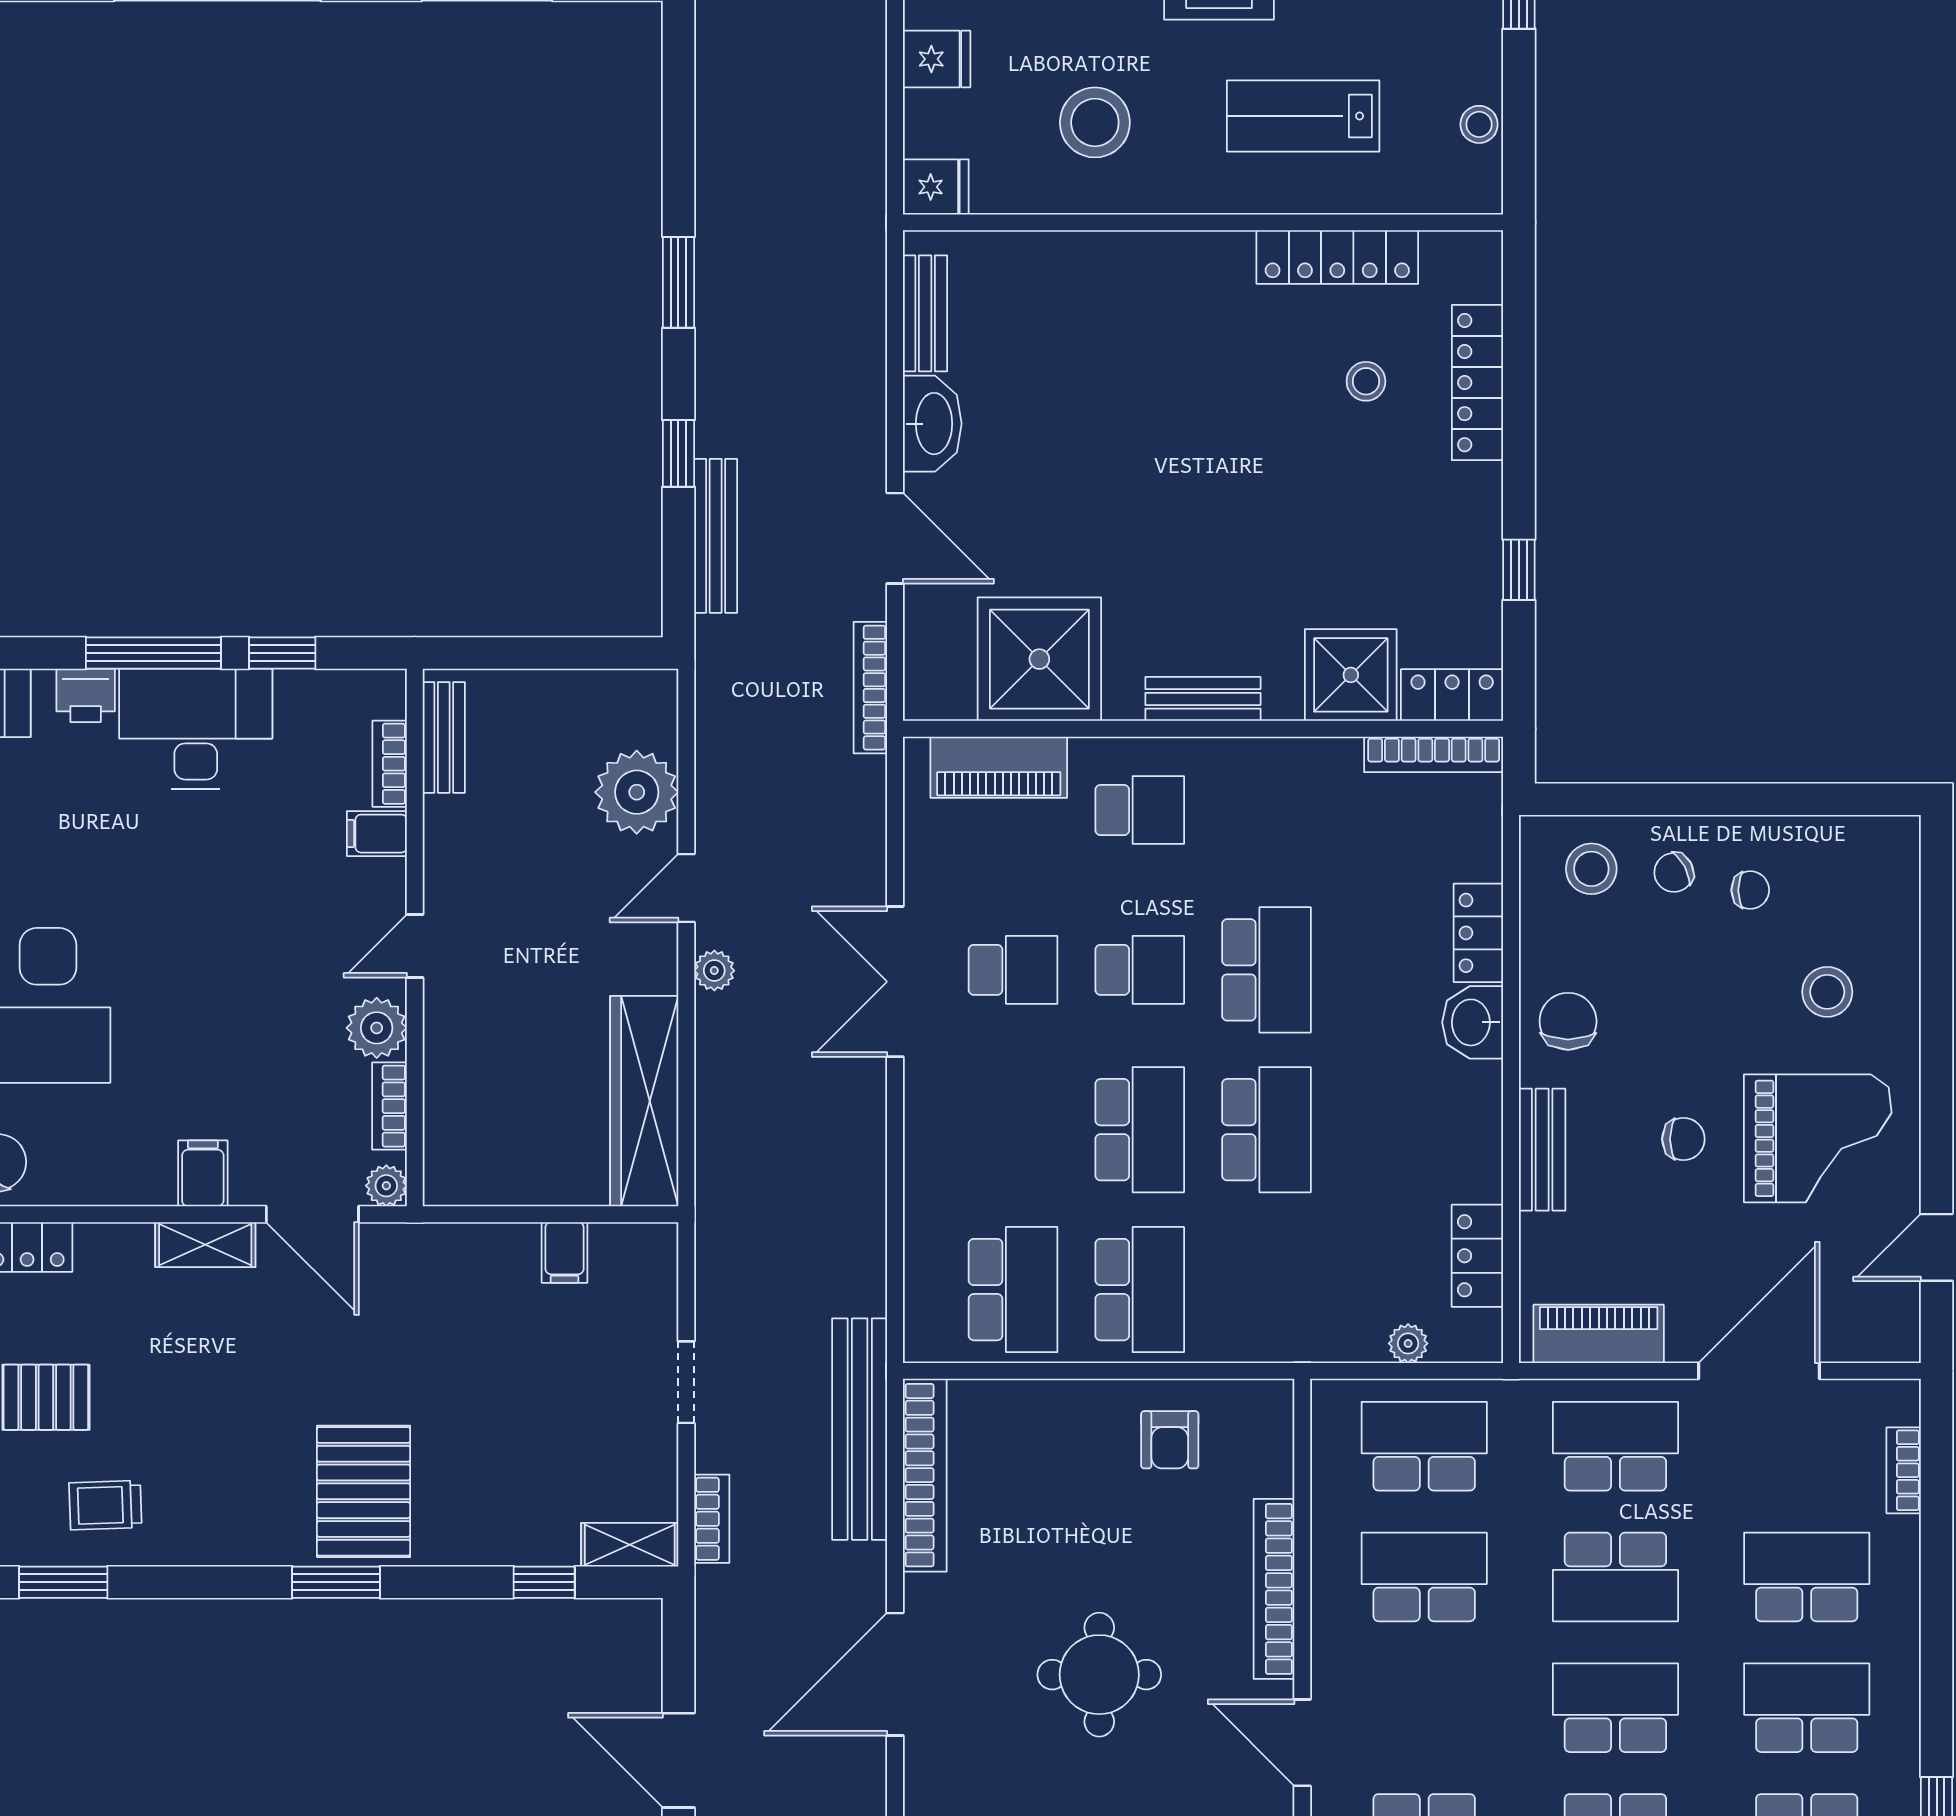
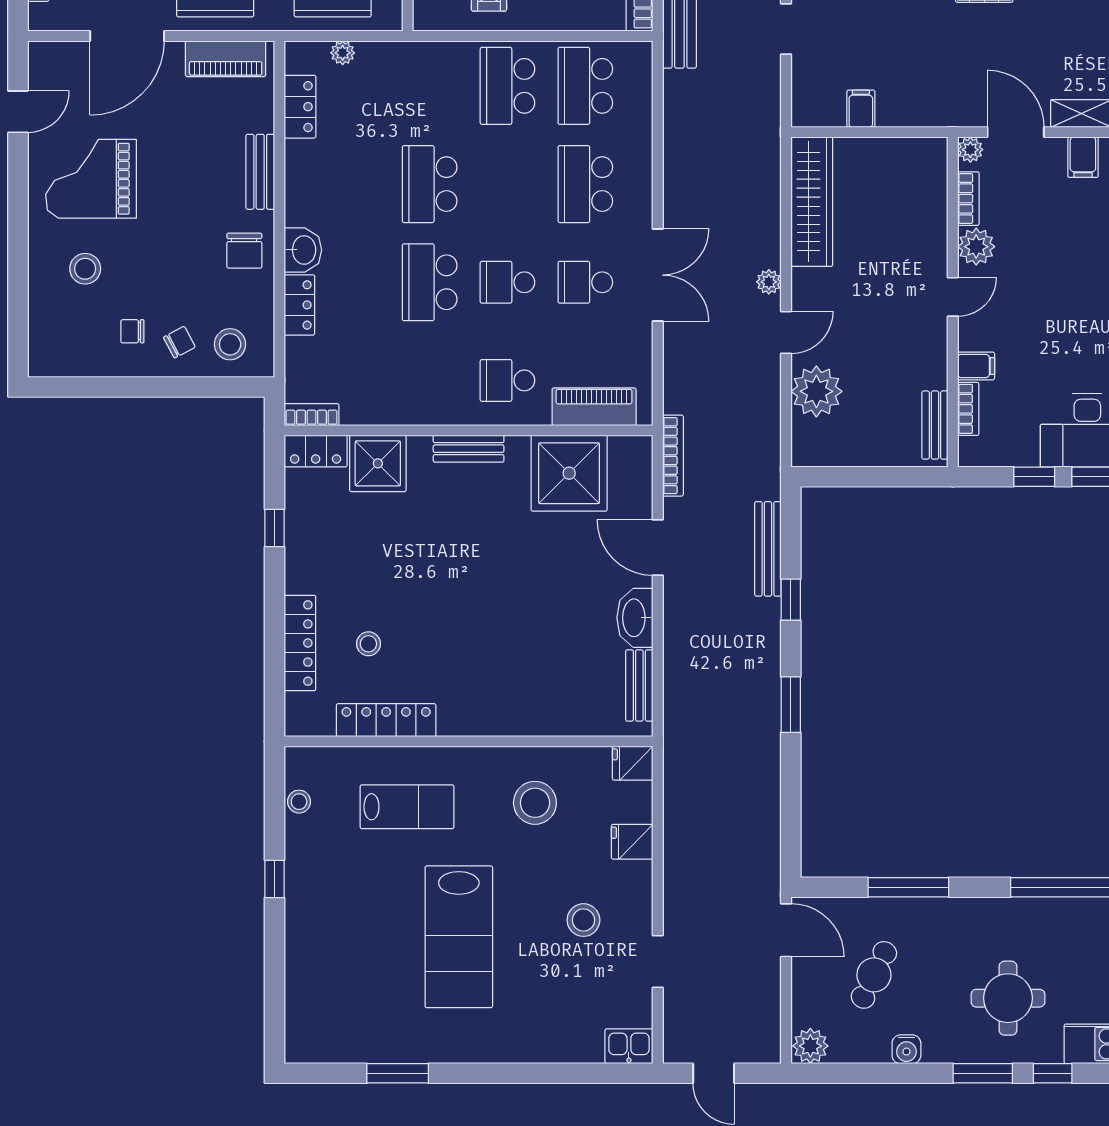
bookcase: (1434, 754) -> (312, 415), width x0.64
school desk: (1140, 1130) -> (585, 184), moved
chair: (1683, 1139) -> (173, 178), removed

